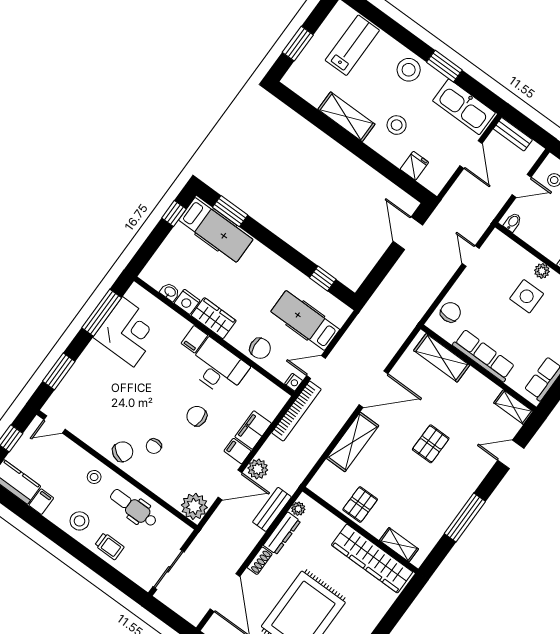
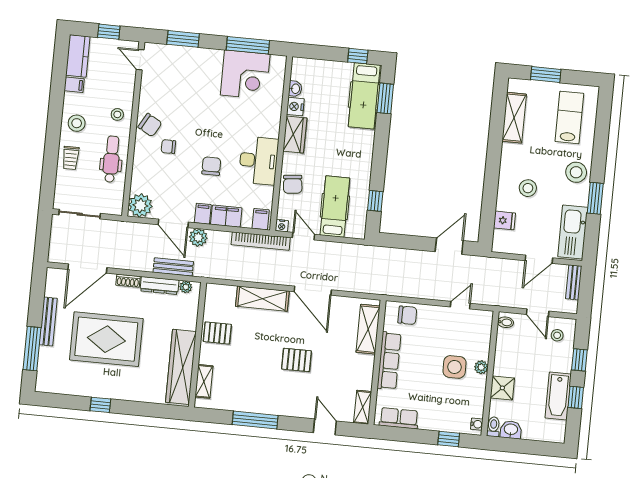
lab bench: (352, 45) -> (569, 117), turned -90
shelving: (346, 117) -> (514, 118), moved
filing cabinet: (194, 339) -> (261, 219), moved, turned 90

